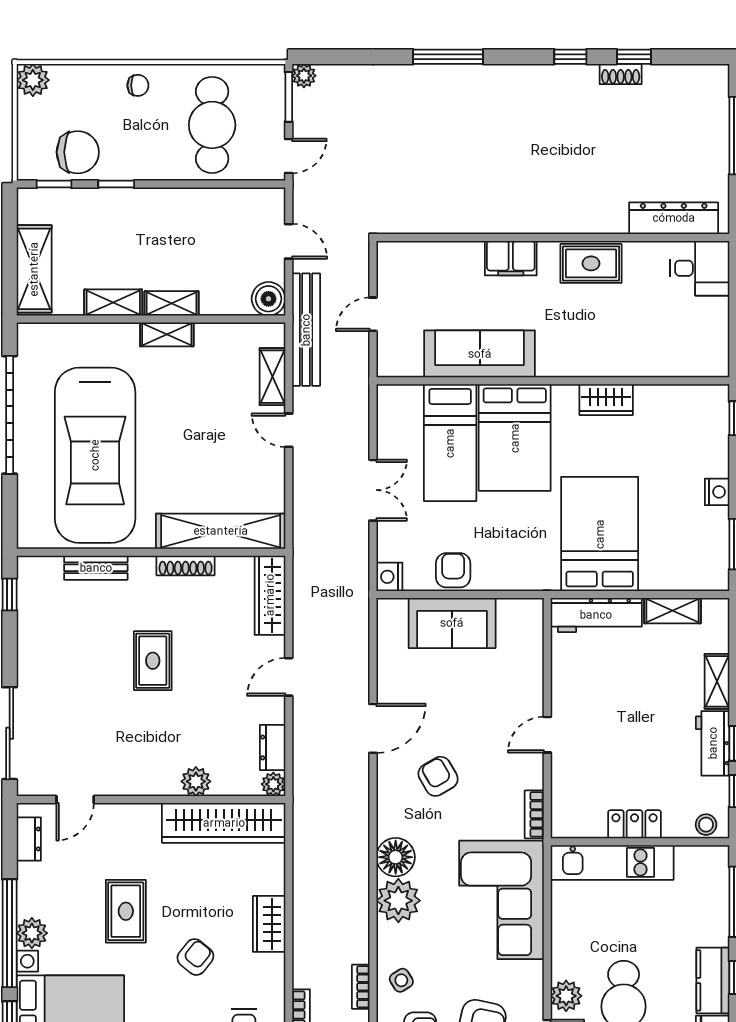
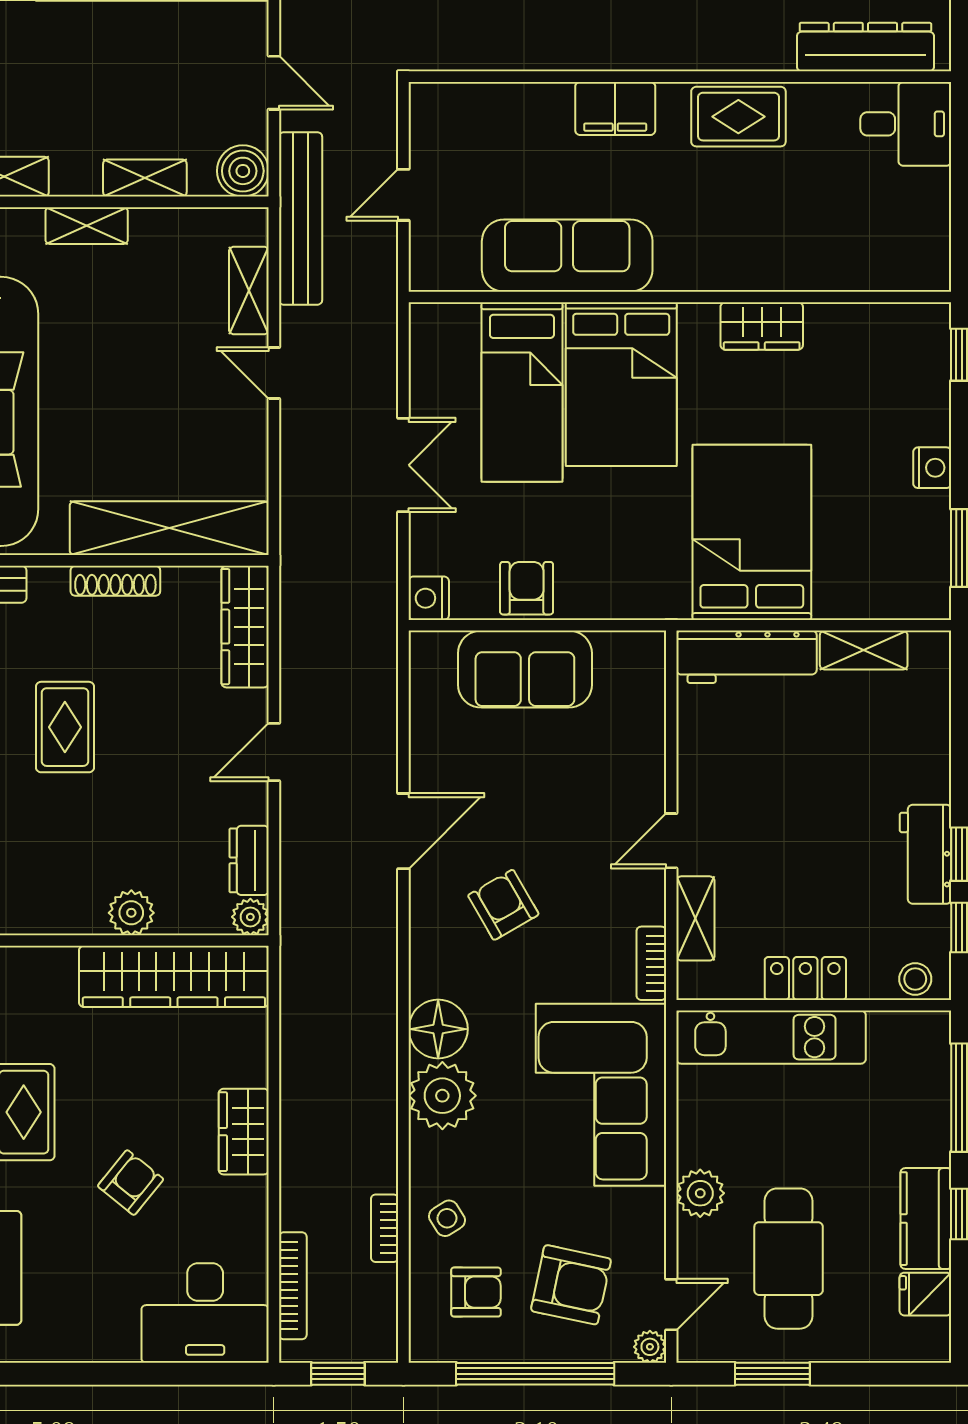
shelving: (172, 303) -> (145, 178), moved
shelving: (717, 681) -> (695, 918), moved
plant: (566, 996) -> (700, 1193), moved

